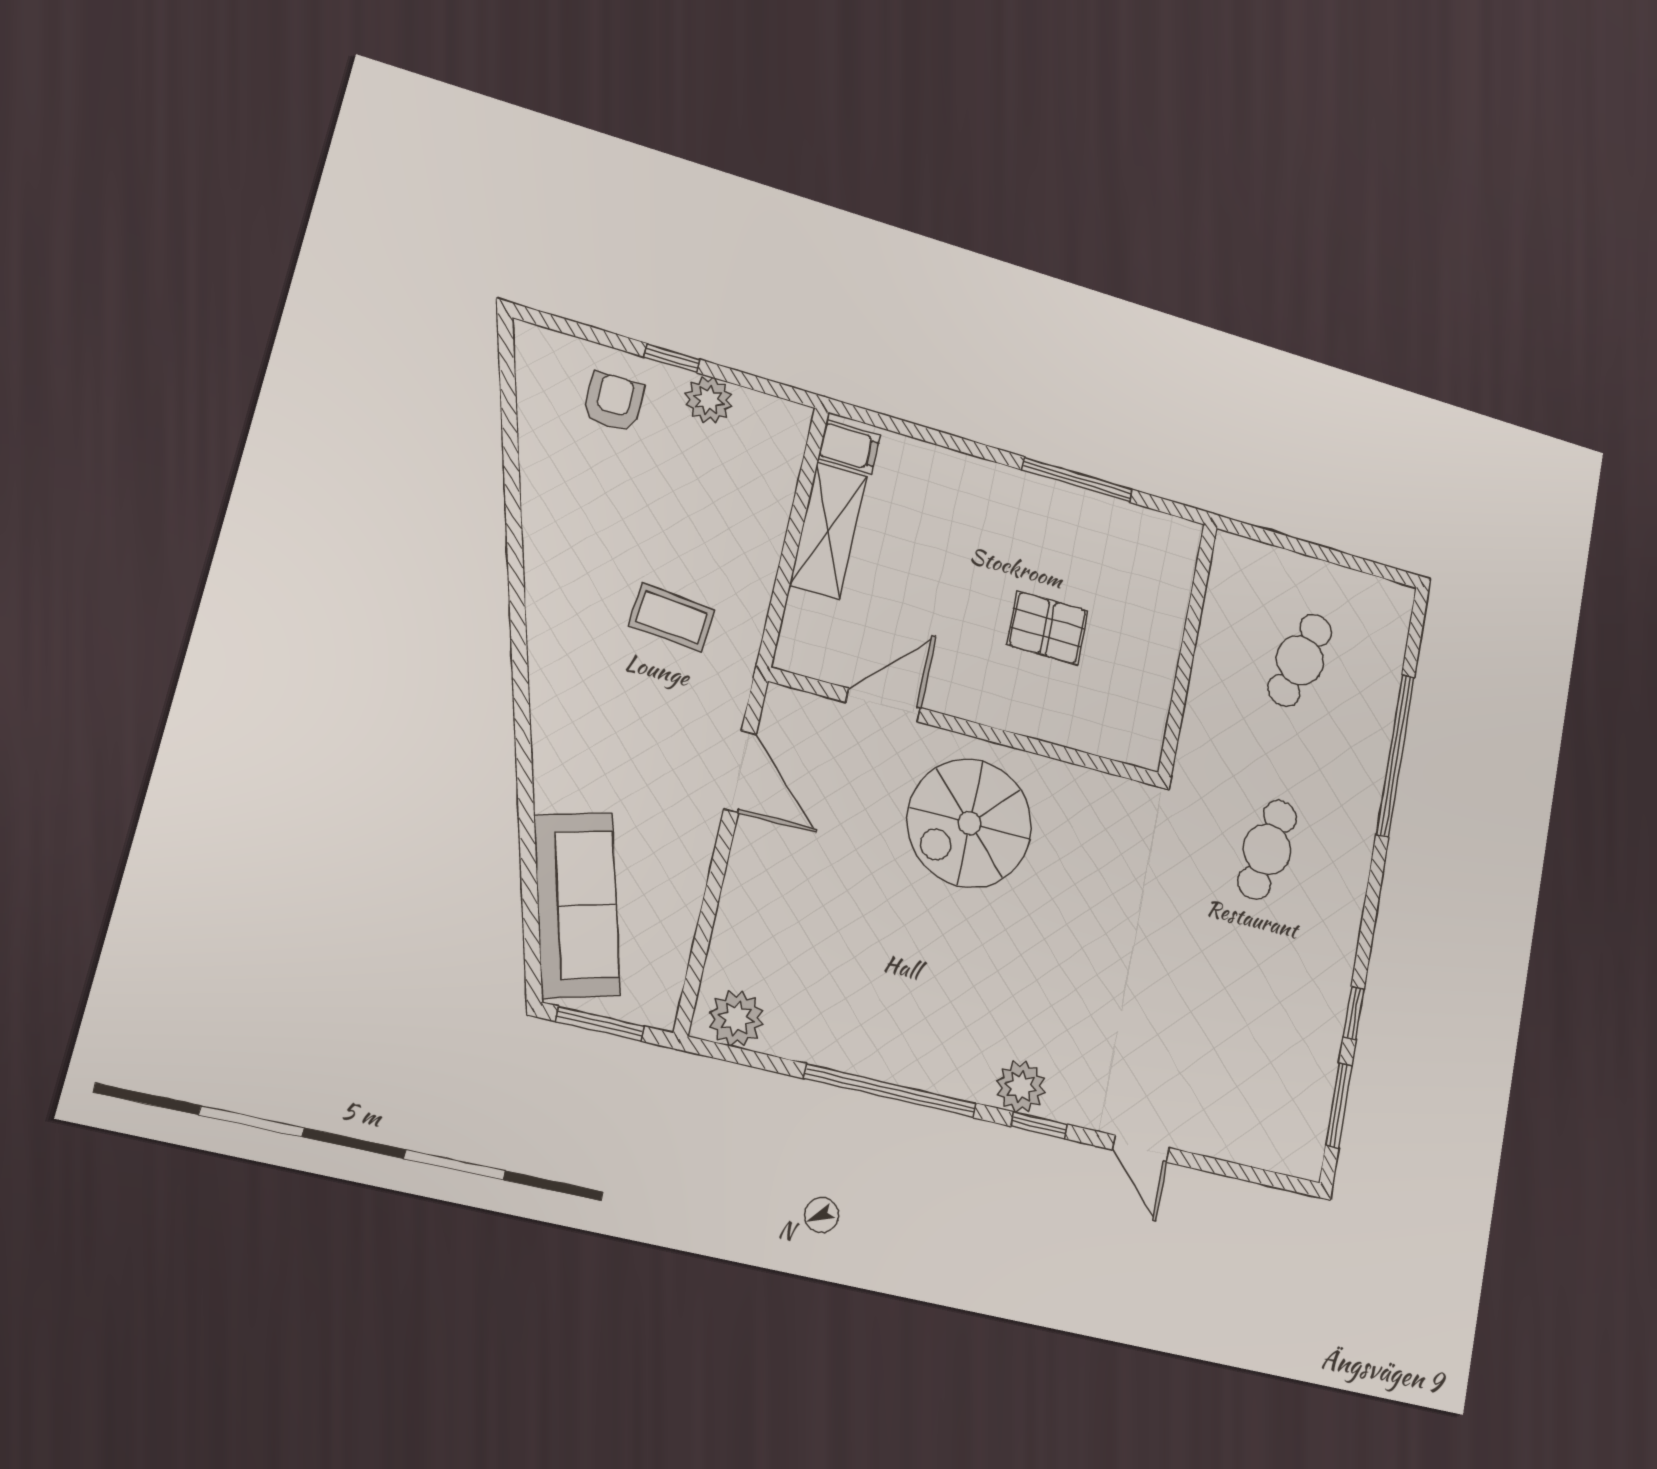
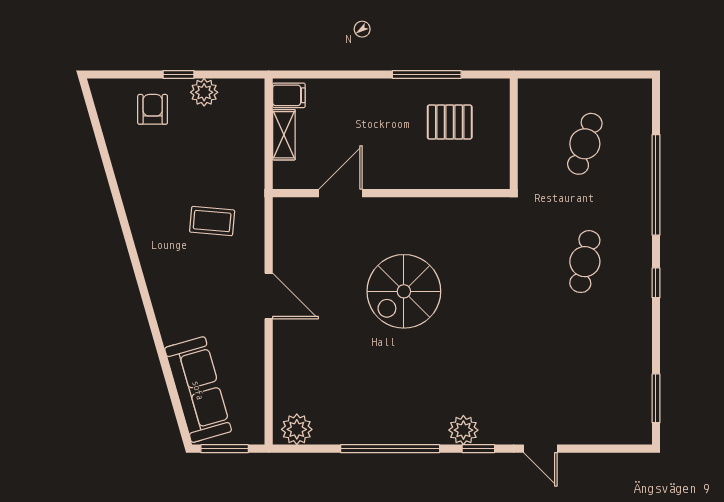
shelving: (828, 531) -> (284, 135), width x0.67, depth x0.75
pallet: (1047, 628) -> (450, 122), moved
door: (883, 705) -> (340, 193), moved
wall: (967, 728) -> (391, 193), moved
window: (1354, 1013) -> (656, 283), moved

